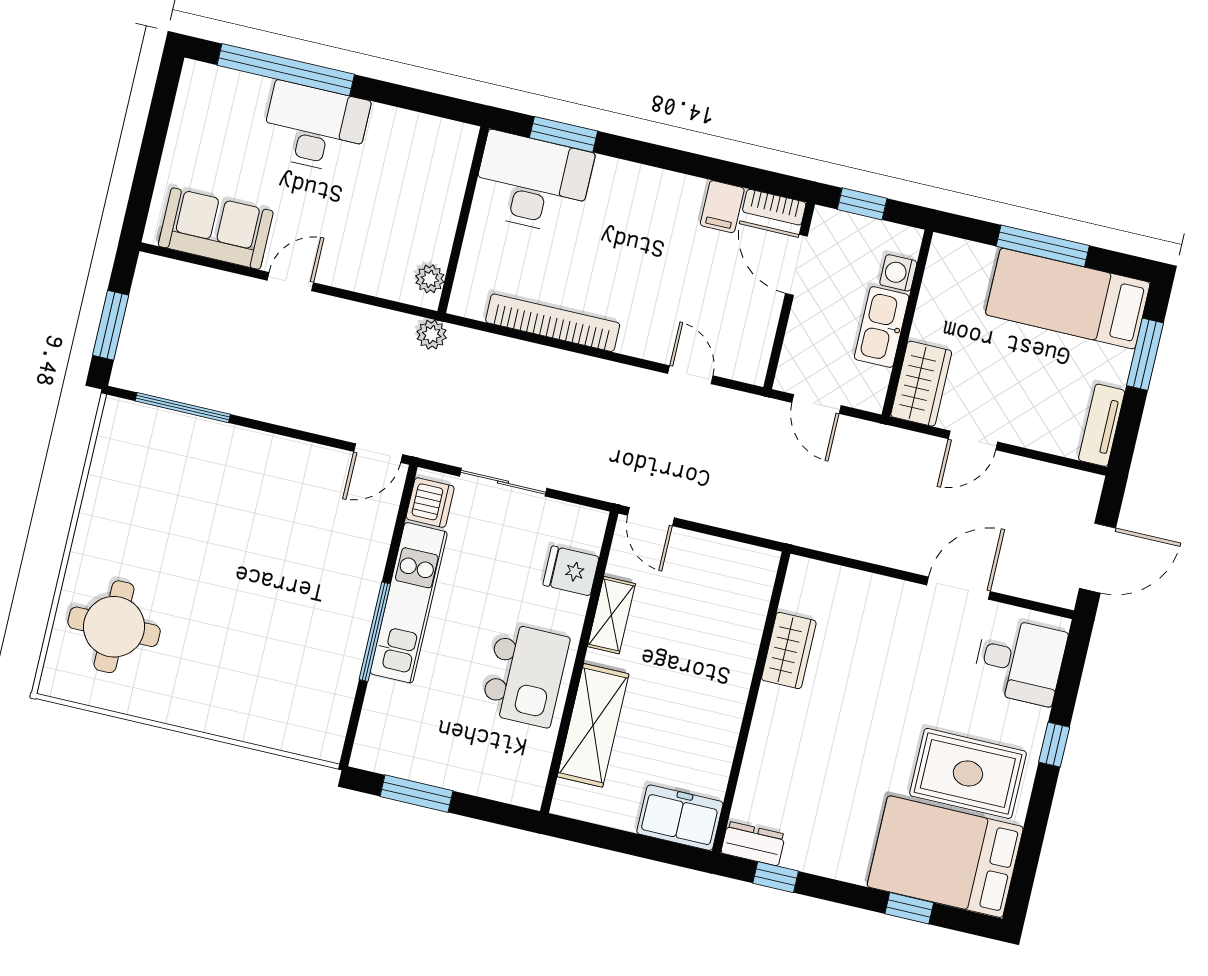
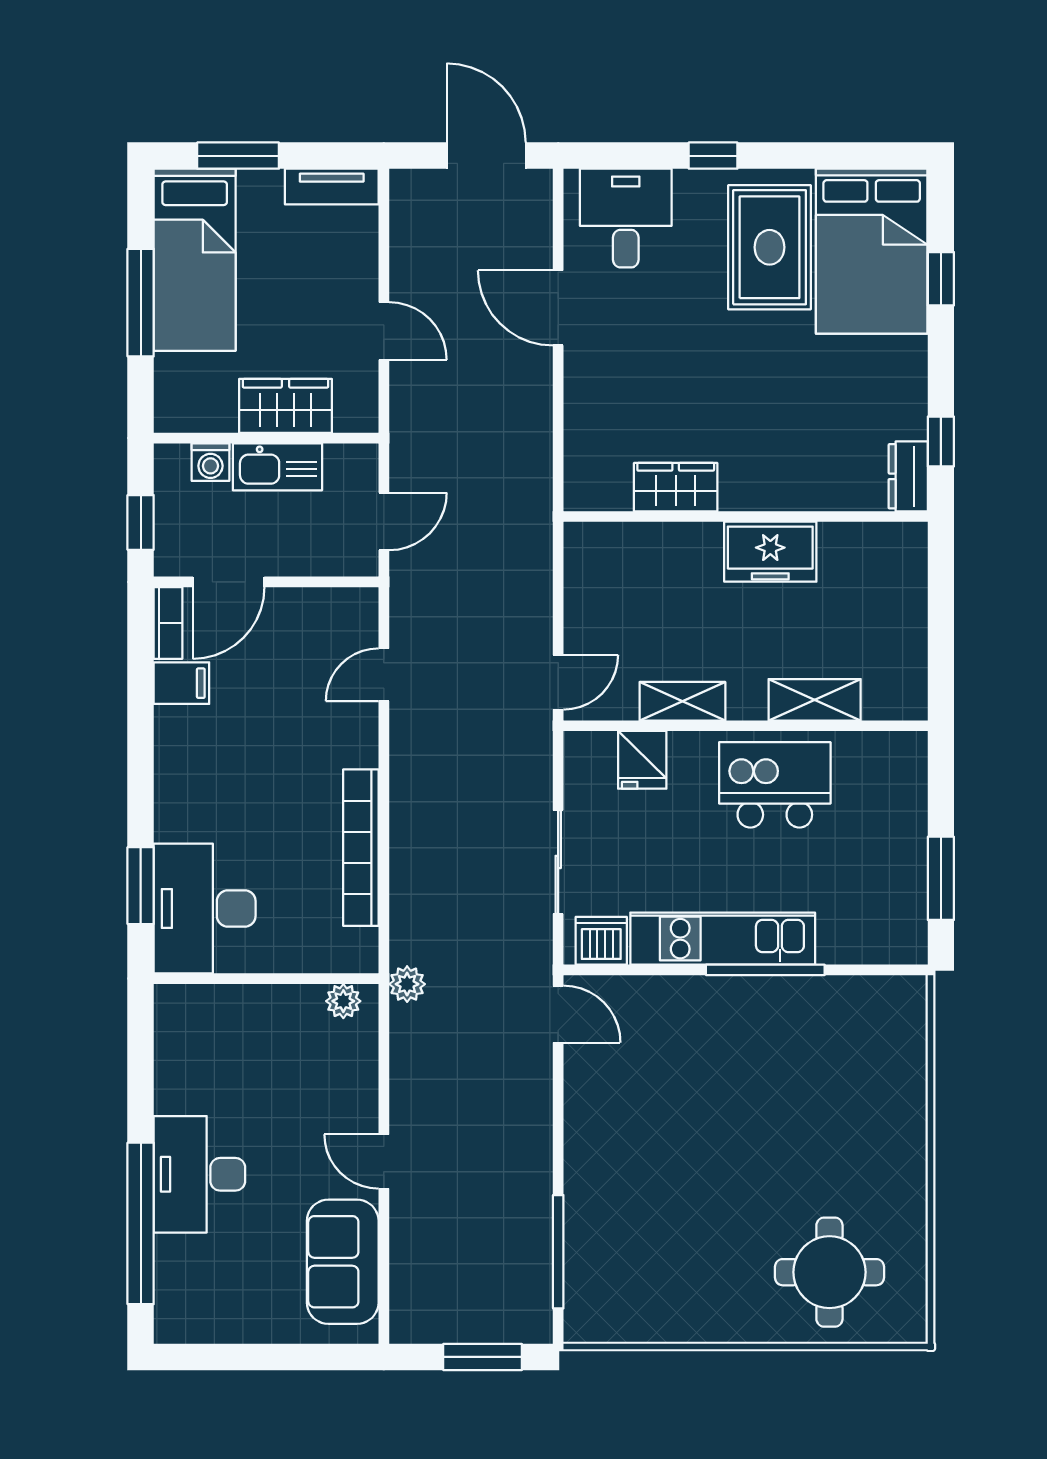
wardrobe: (921, 384) -> (286, 406), moved
shelving: (593, 725) -> (815, 700), width x0.67, depth x0.75
freezer: (680, 818) -> (770, 552), moved, turned -90

